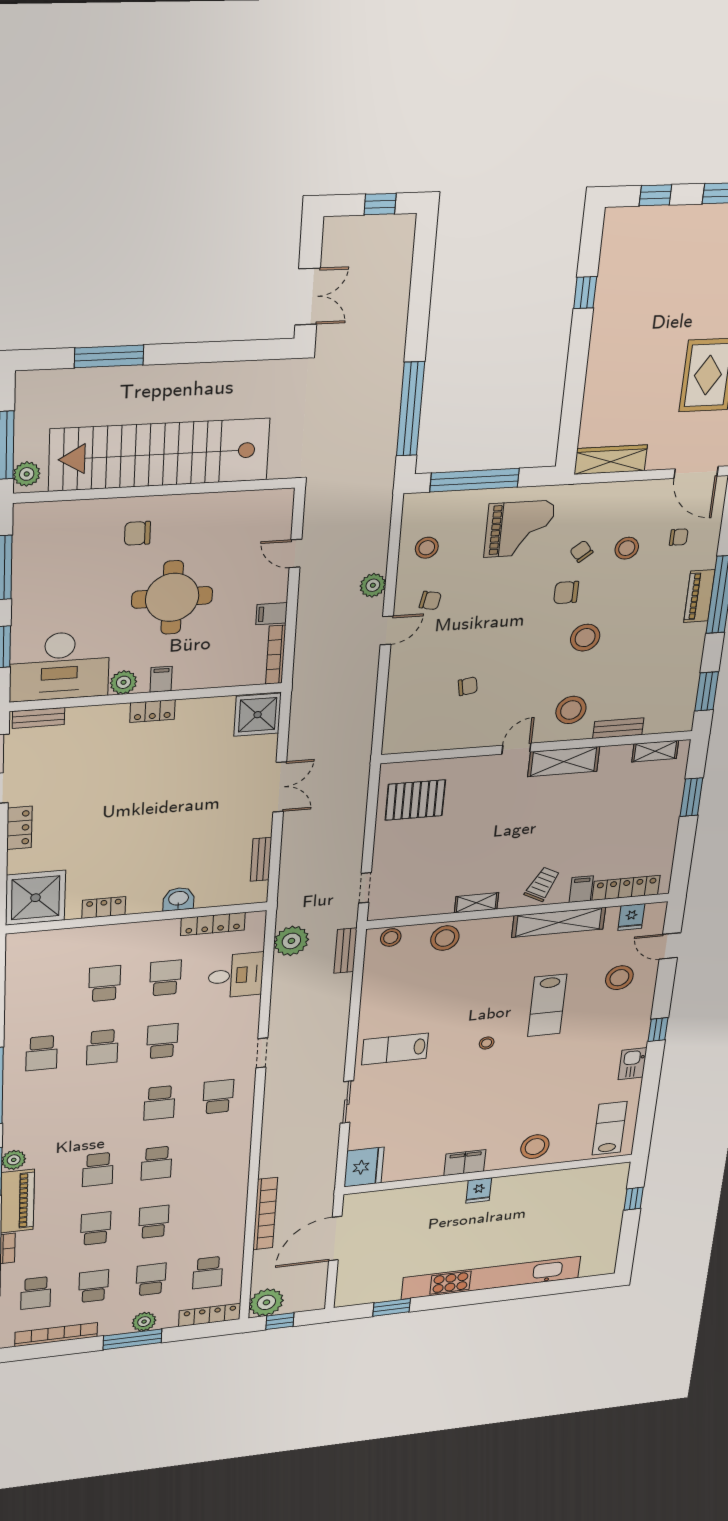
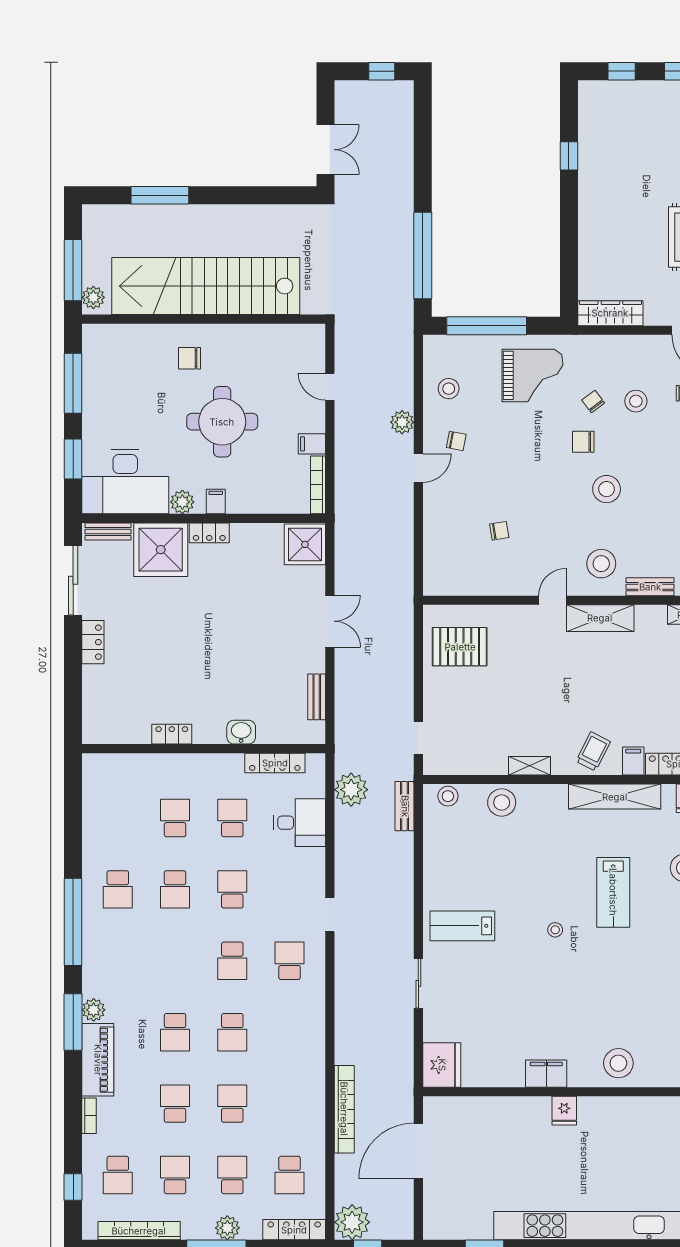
shower: (36, 898) -> (161, 550), moved

